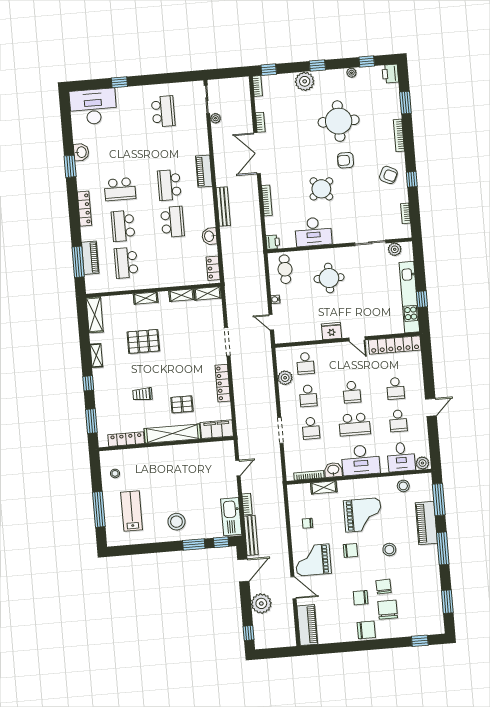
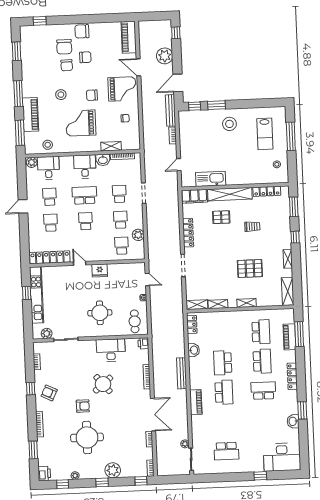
school desk: (163, 111) -> (226, 451), turned -90
desk: (361, 460) -> (85, 167), width x0.73
kitchen sink: (231, 517) -> (211, 179), moved, turned -90

